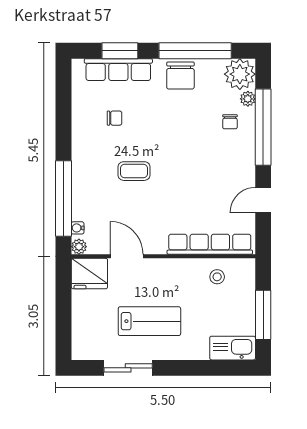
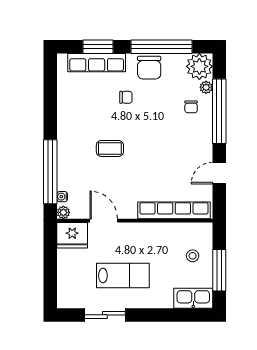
chair: (114, 118) -> (126, 97), moved
stool: (217, 277) -> (193, 256), moved

